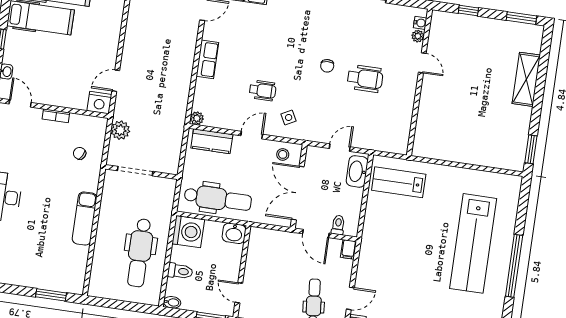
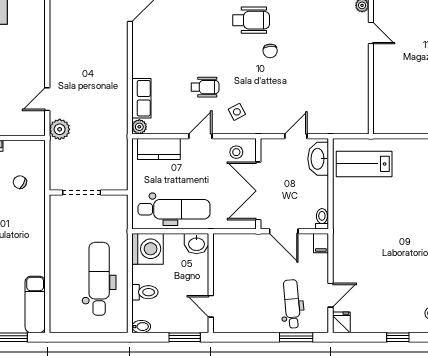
row of seats: (207, 59) -> (141, 98), moved
wheelchair: (365, 78) -> (251, 20), moved
nightstand: (99, 103) -> (33, 125), removed
plant: (120, 130) -> (60, 129), moved
exam couch: (85, 219) -> (35, 304), moved
toilet: (338, 225) -> (322, 219), moved
dental chair: (140, 253) -> (99, 279), turned 180

